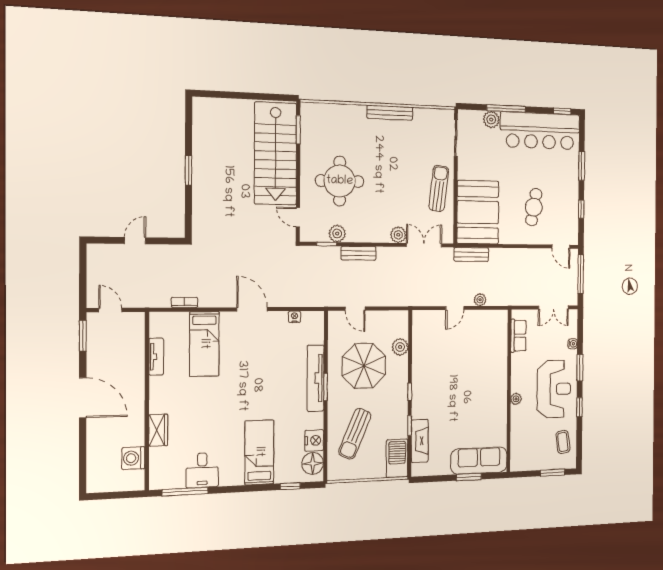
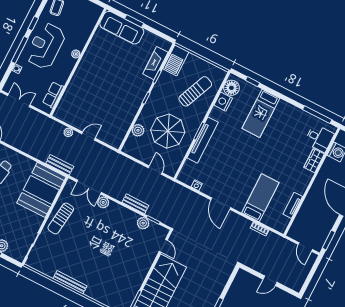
round table: (340, 181) -> (125, 255), removed
window: (580, 368) -> (20, 50), width x1.44
desk: (202, 470) -> (319, 138), moved, turned 90

